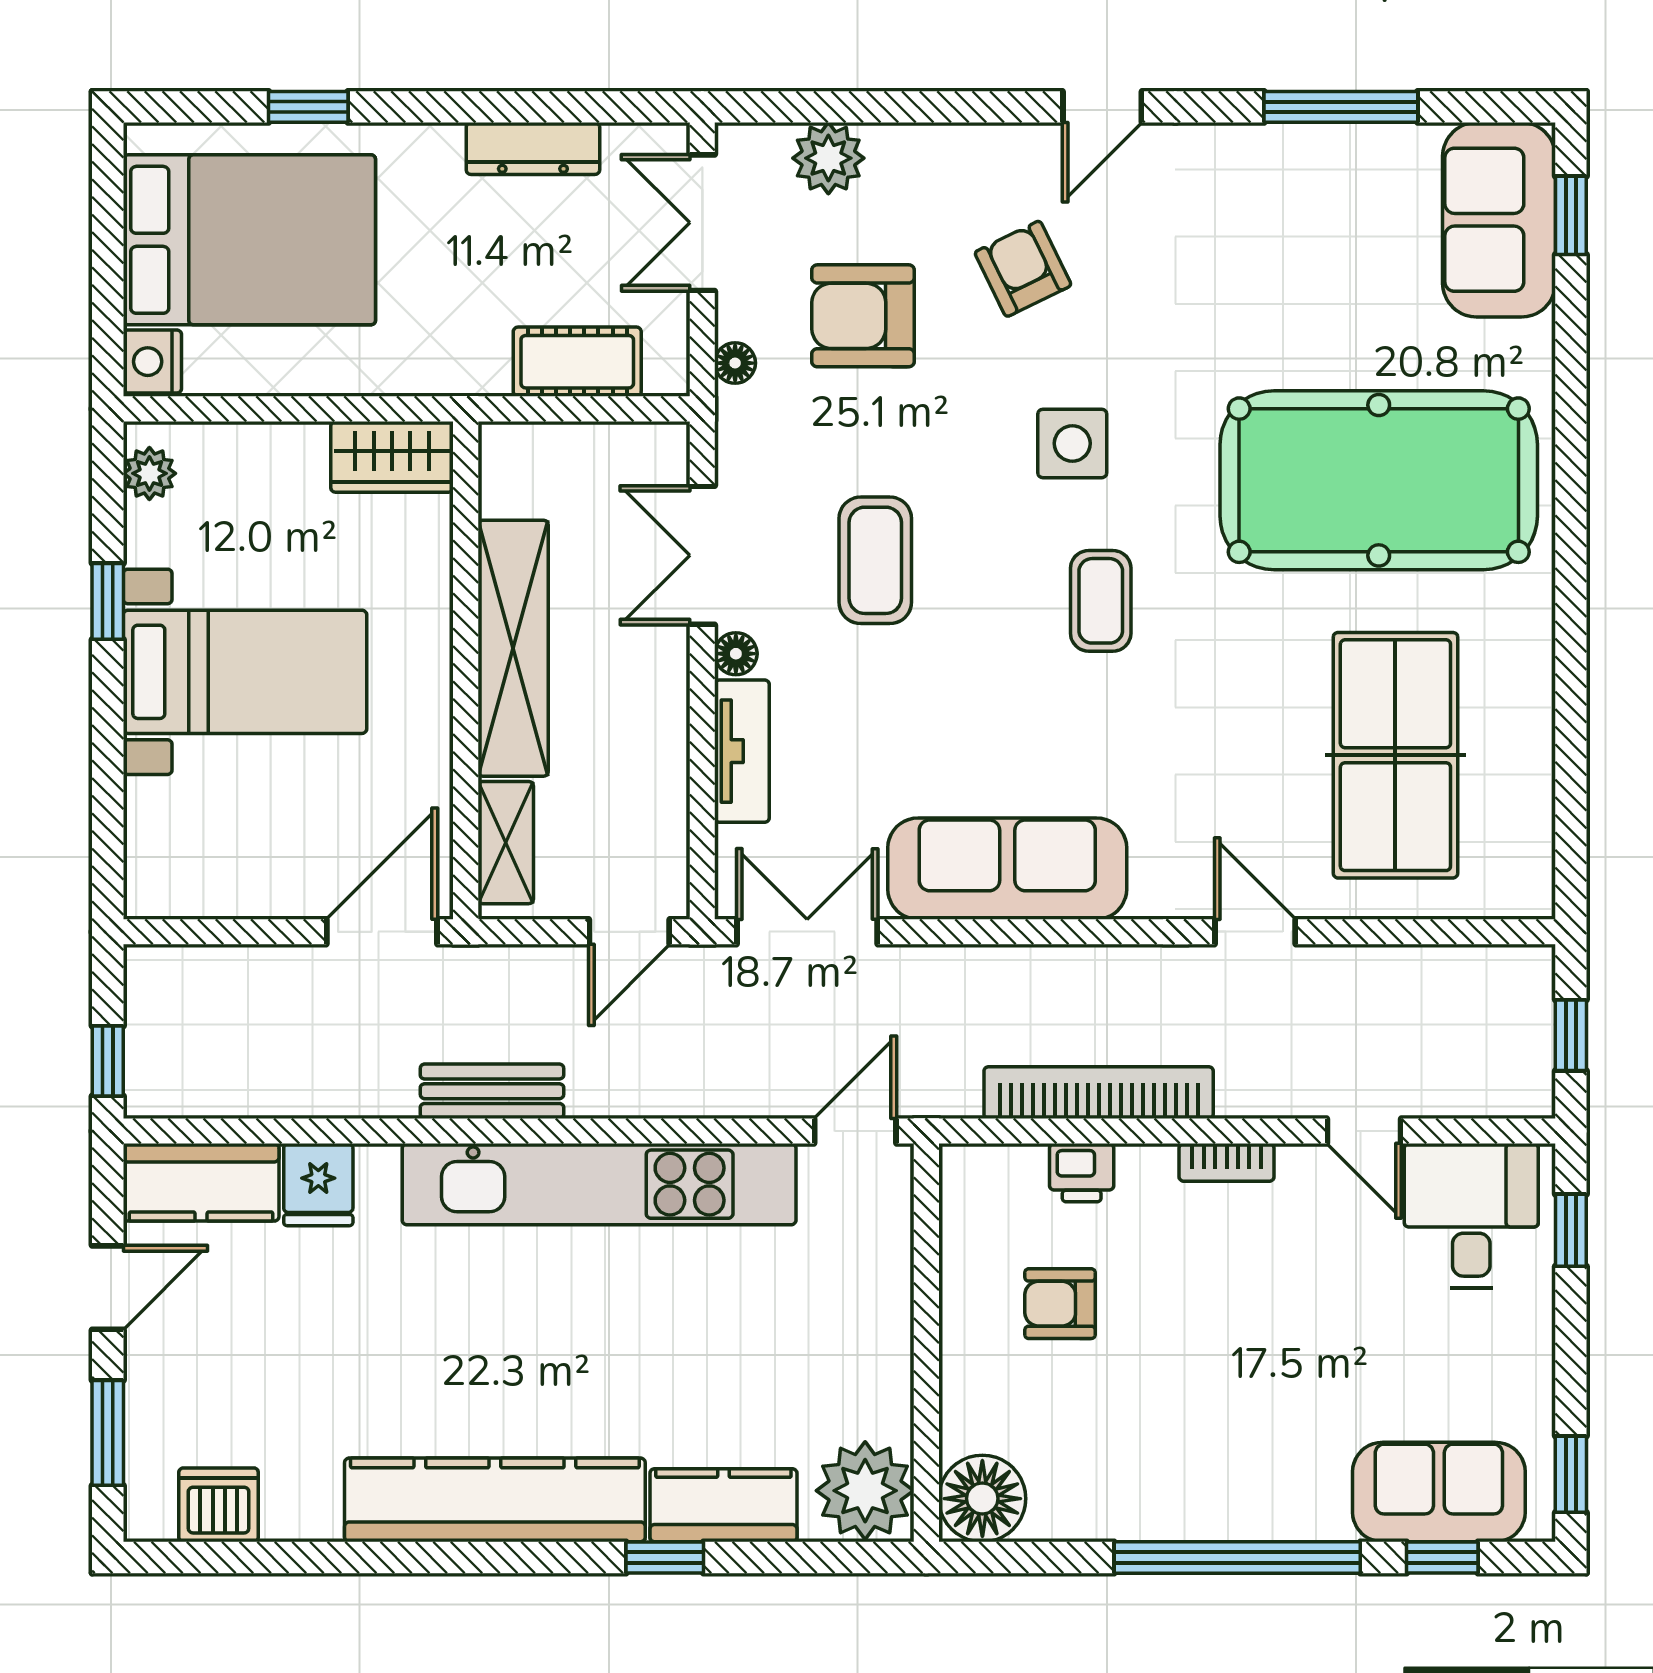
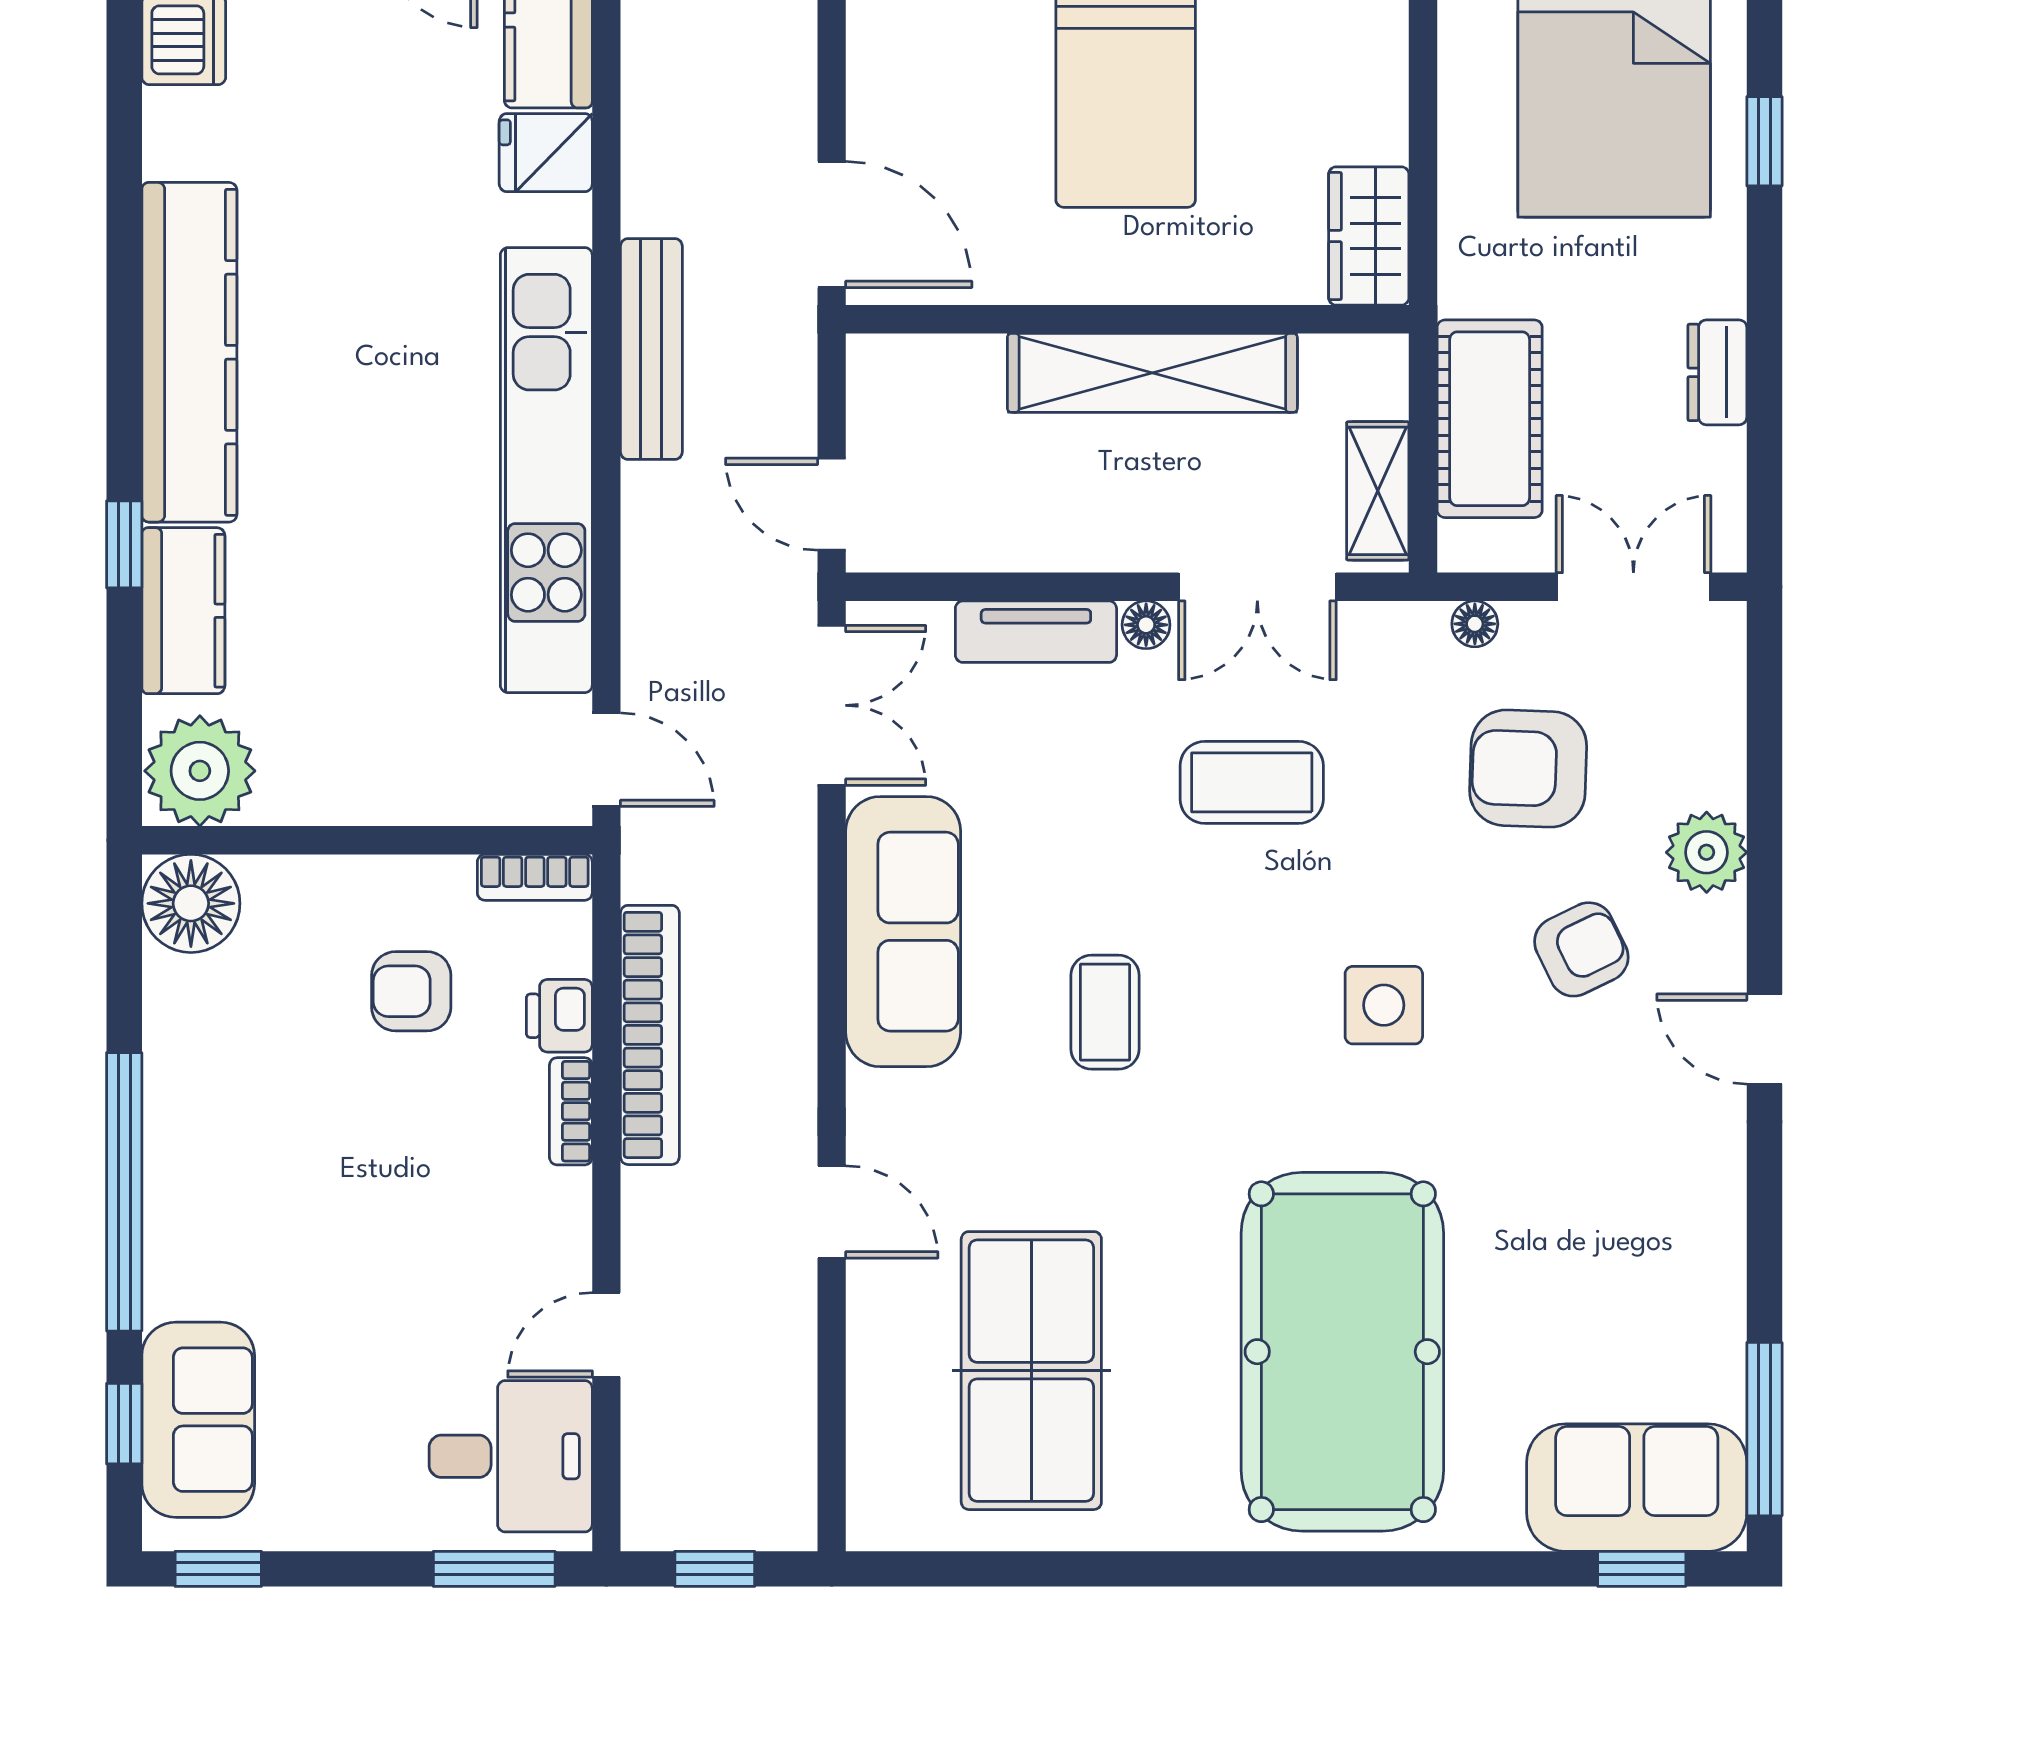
window: (1341, 107) -> (1764, 1429), moved
dresser: (533, 148) -> (1717, 372), width x0.70
plant: (828, 158) -> (1707, 852), moved
armchair: (863, 316) -> (1528, 769), turned -88
cot: (577, 362) -> (1490, 419), width x1.37, depth x1.34
double door: (702, 555) -> (1257, 587), swing flipped
coffee table: (1101, 601) -> (1105, 1012), moved, turned 90
table tennis table: (1395, 755) -> (1031, 1371), turned 90
shelving: (506, 843) -> (1378, 491), moved, turned 90
door: (1255, 932) -> (832, 1212), hinge flipped
bench: (492, 1091) -> (651, 349), width x1.36
bookcase: (1227, 1162) -> (571, 1111), moved
bookcase: (959, 1194) -> (535, 877), added
window: (1571, 1230) -> (494, 1569), width x1.50
armchair: (1060, 1304) -> (411, 991), turned -90

